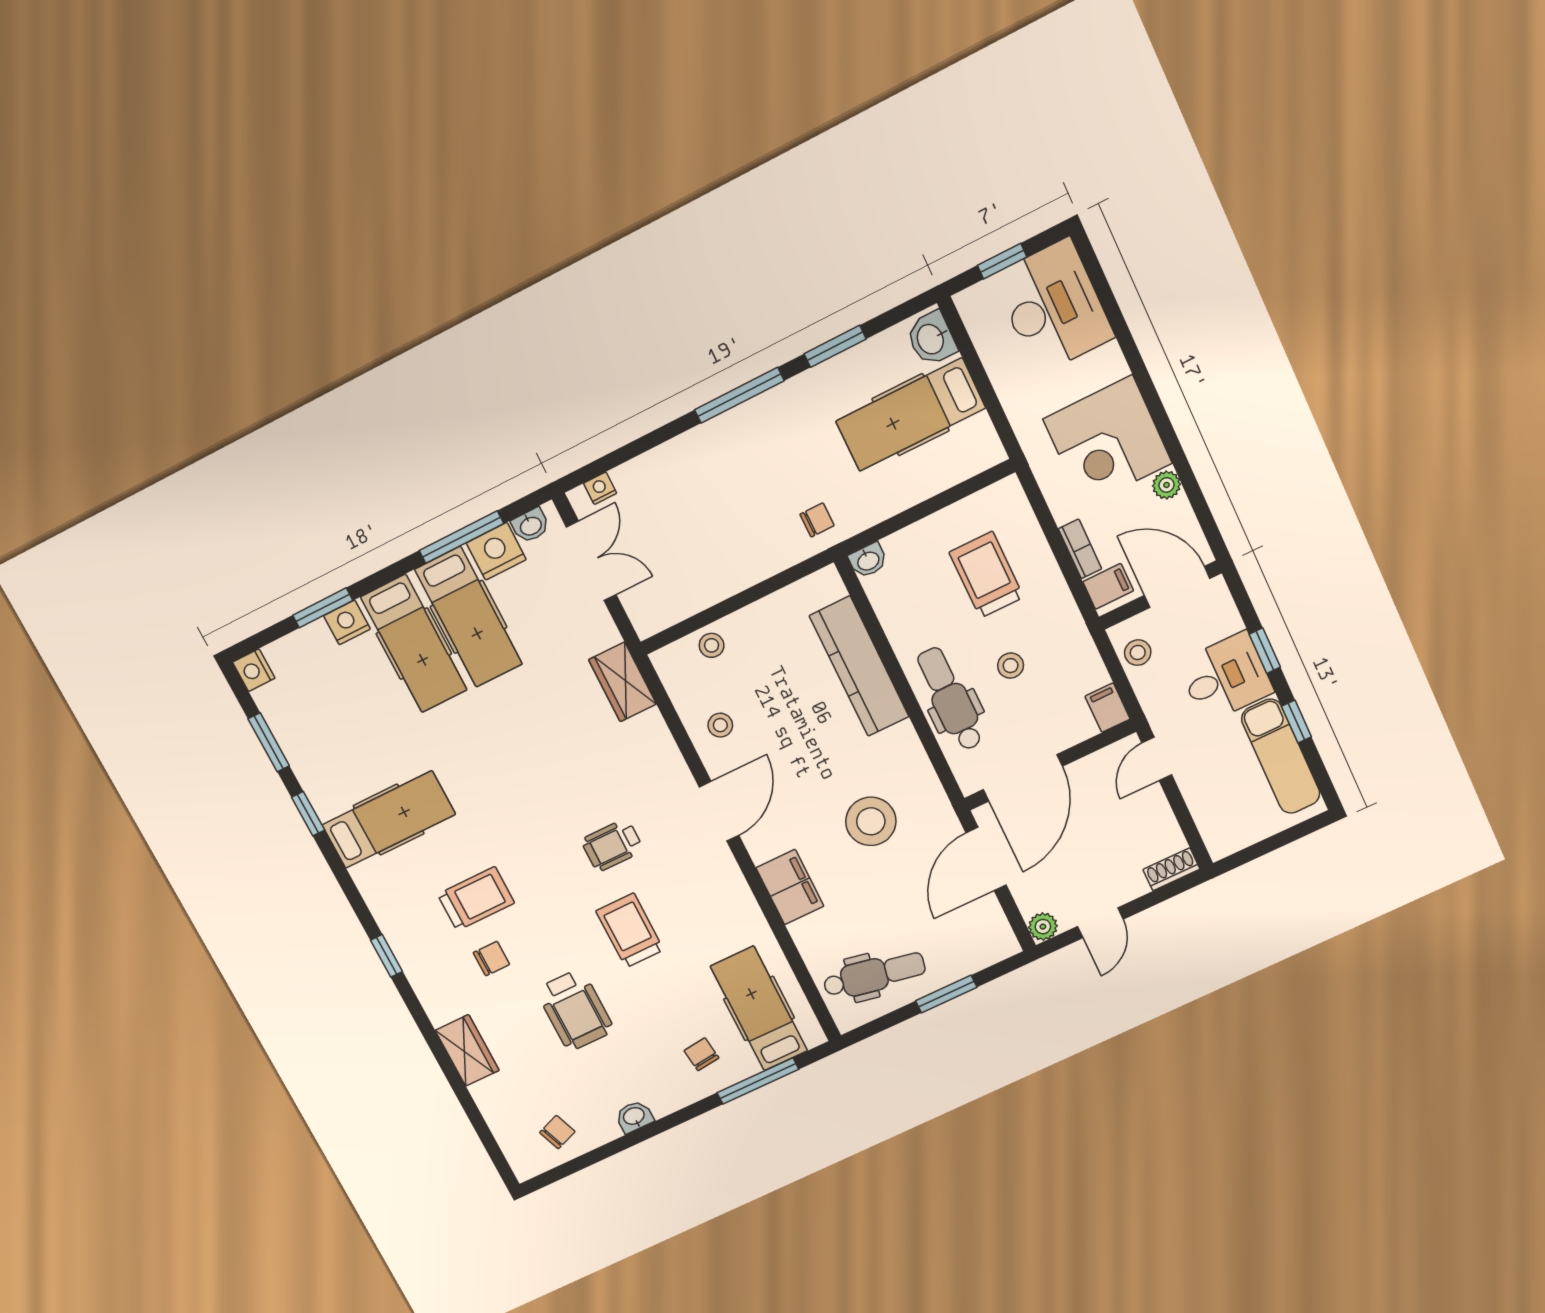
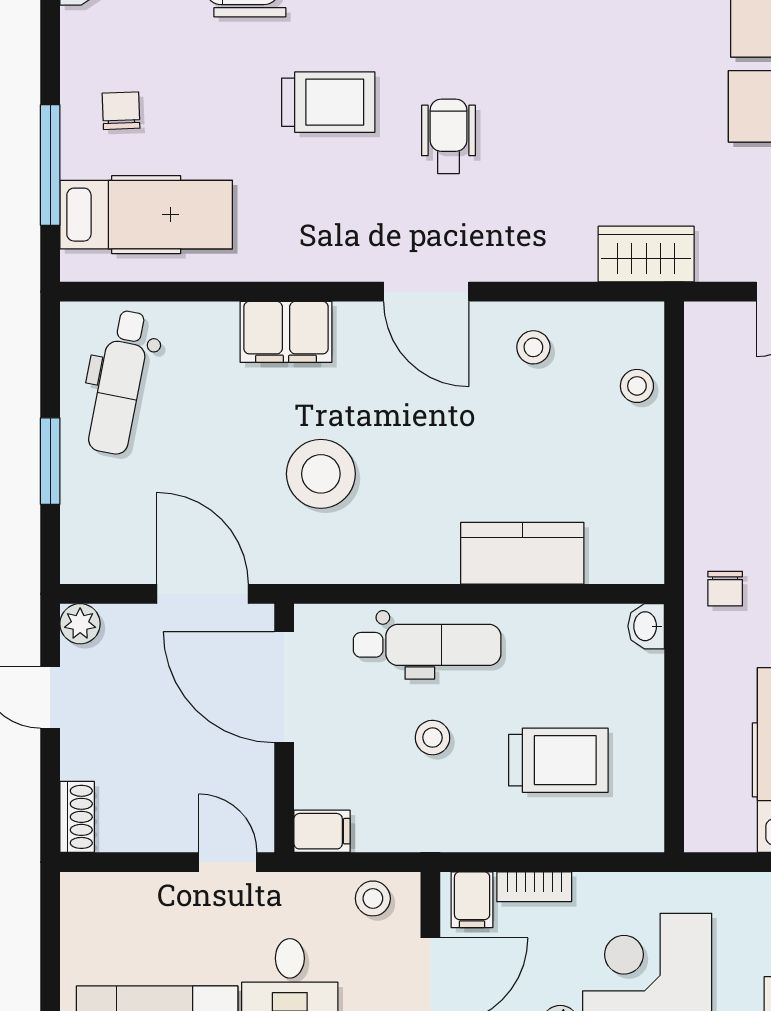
kitchen counter: (859, 666) -> (522, 553), width x0.67
chair: (701, 1054) -> (121, 111), turned -85

